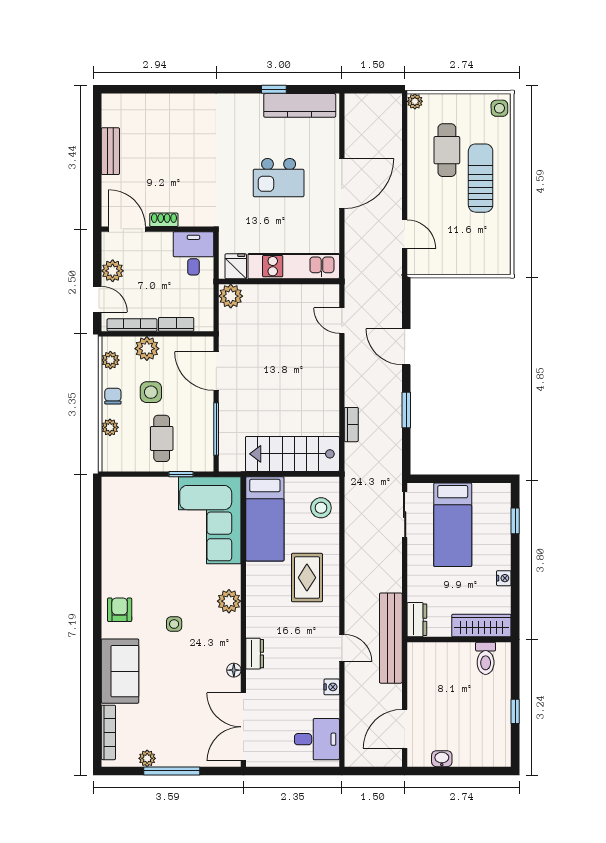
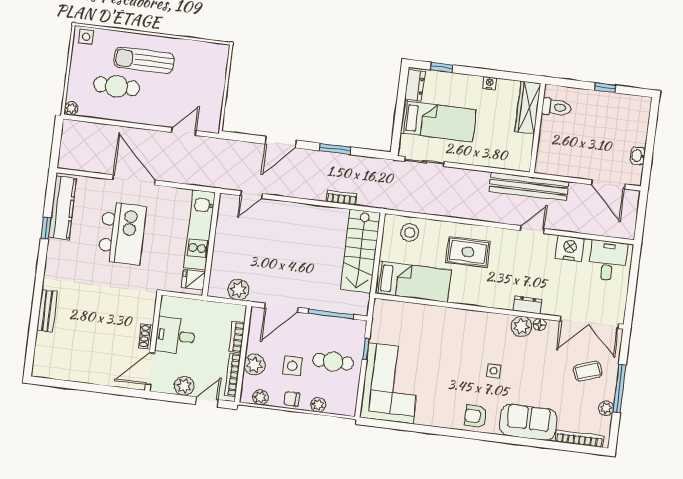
bench: (110, 151) -> (47, 311), moved, turned 90
kitchen island: (279, 178) -> (122, 234), width x1.37, depth x1.28
desk: (193, 253) -> (175, 336), moved
plant: (231, 296) -> (238, 290), moved
corner sofa: (210, 520) -> (391, 383), moved, turned -90
plant: (229, 601) -> (521, 326), moved
dresser: (417, 620) -> (415, 85), moved, turned 90
nightstand: (332, 687) -> (570, 248), width x1.89, depth x1.79
coffee table: (187, 732) -> (588, 371), added

